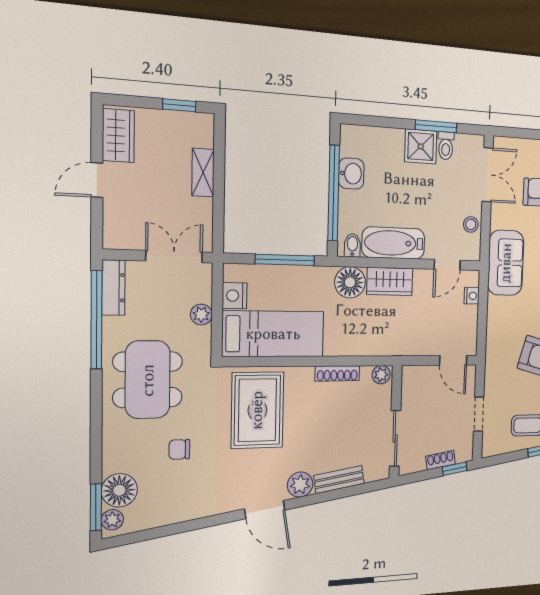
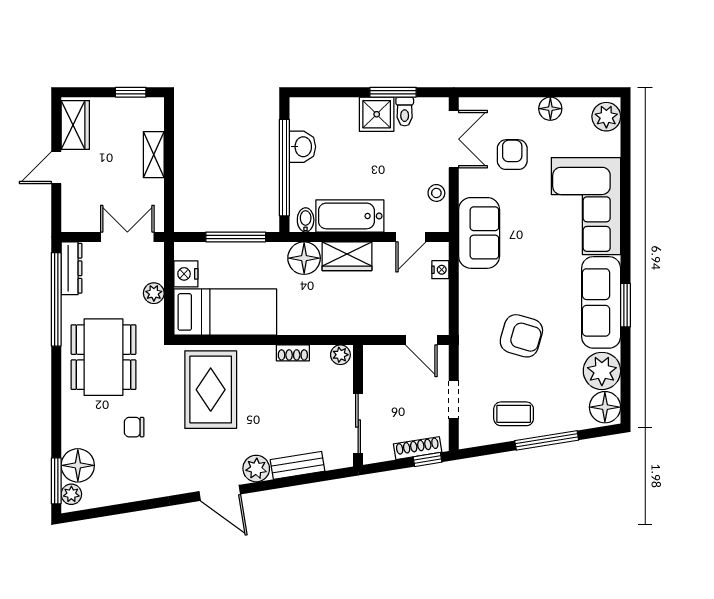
shoe rack: (337, 373) -> (293, 353), width x0.70
shoe rack: (441, 460) -> (418, 448), width x1.43

